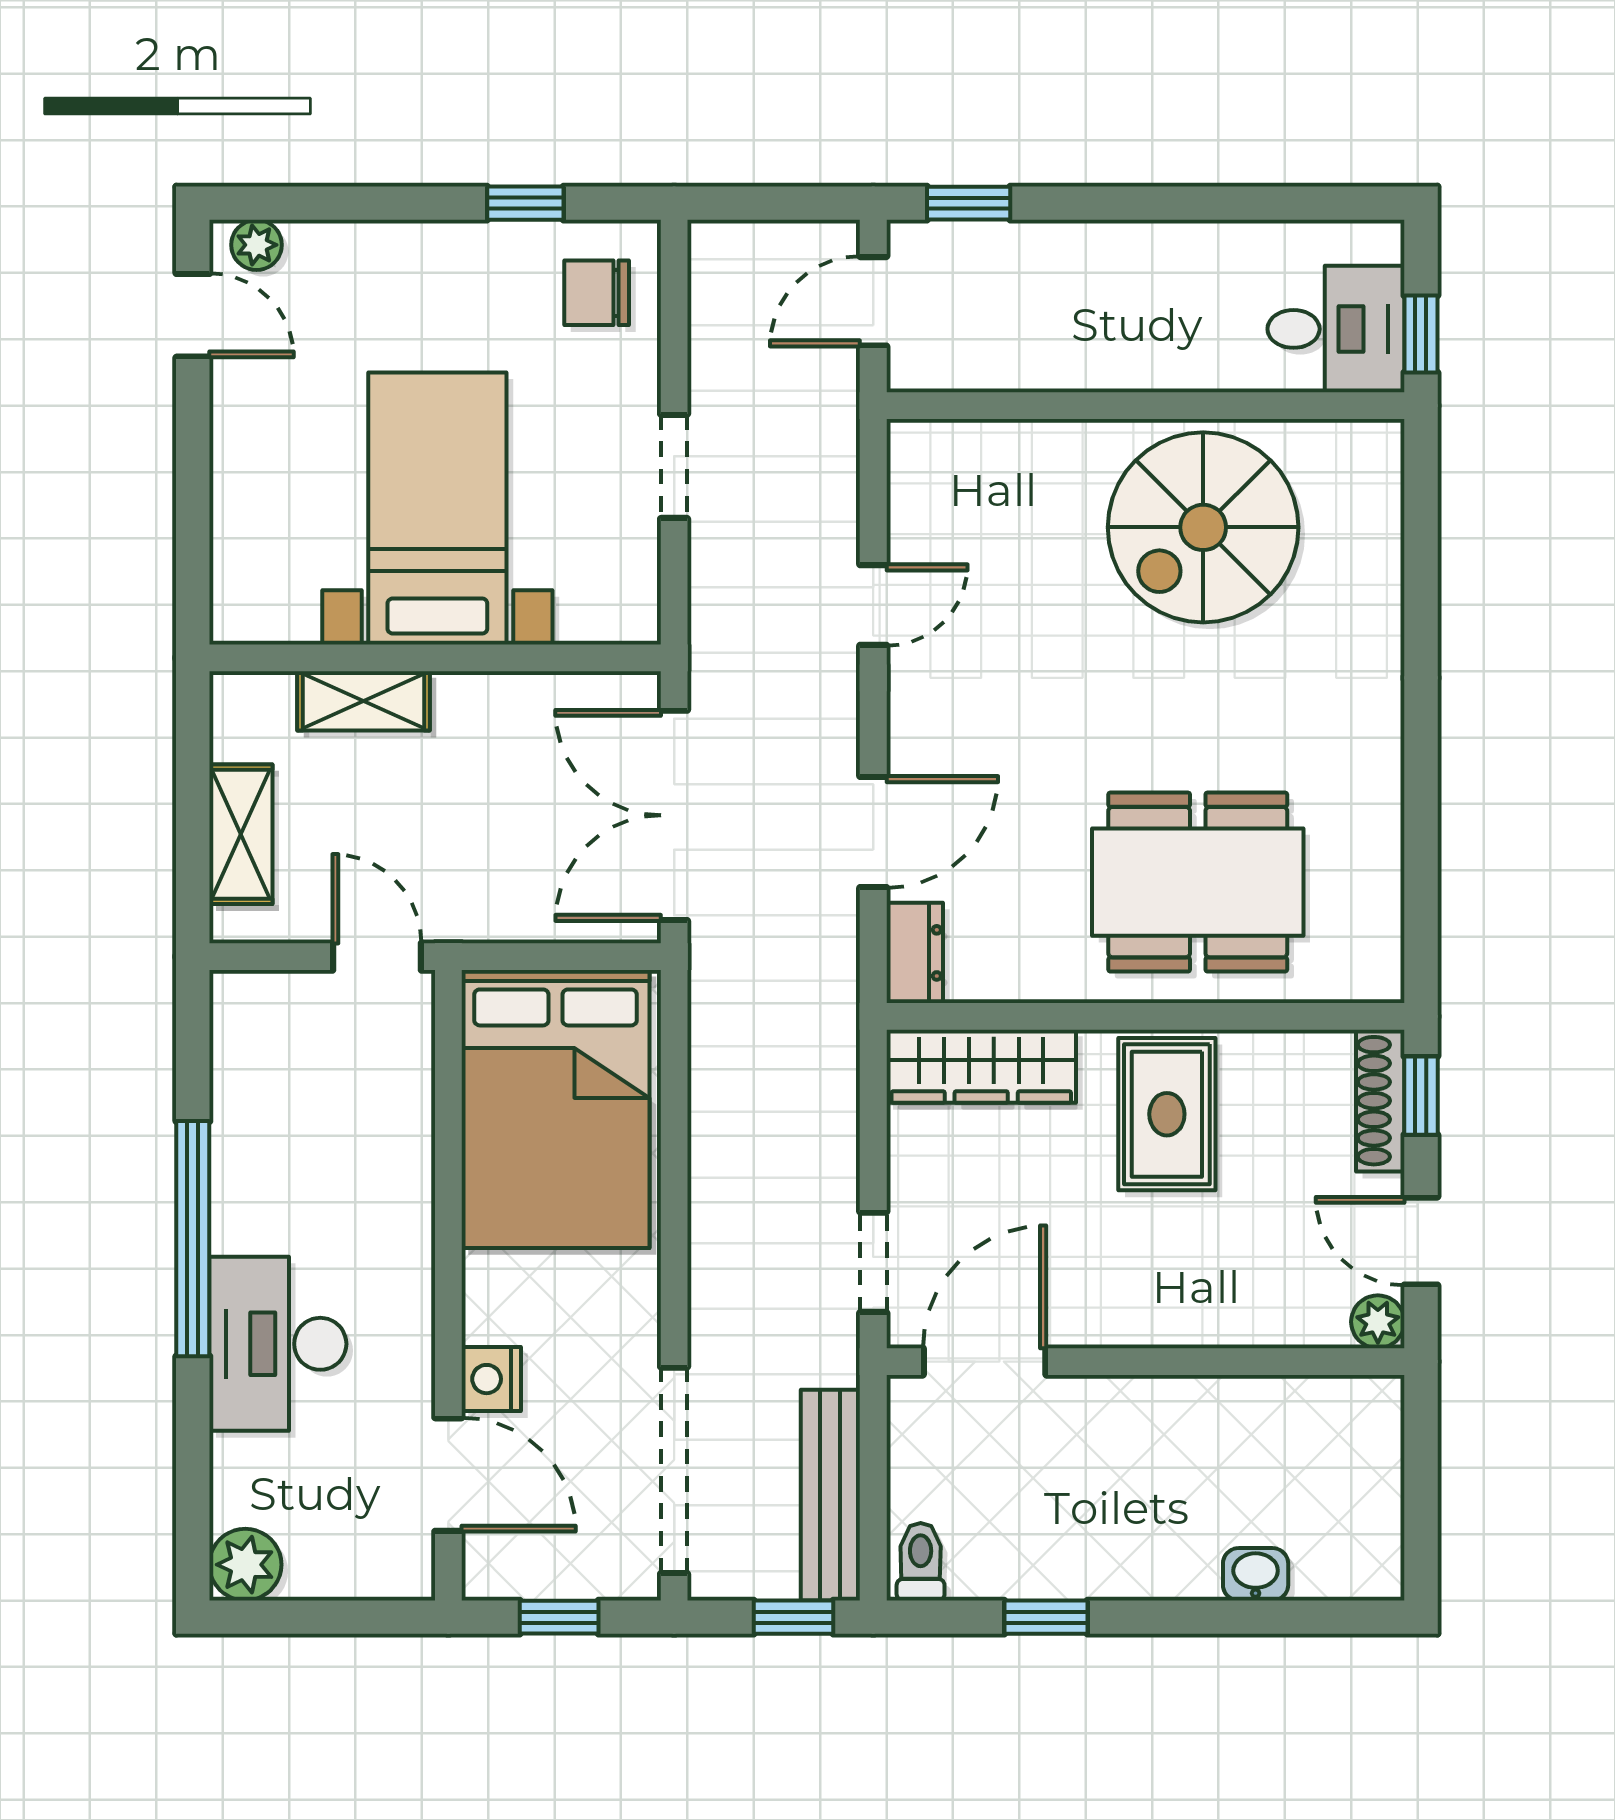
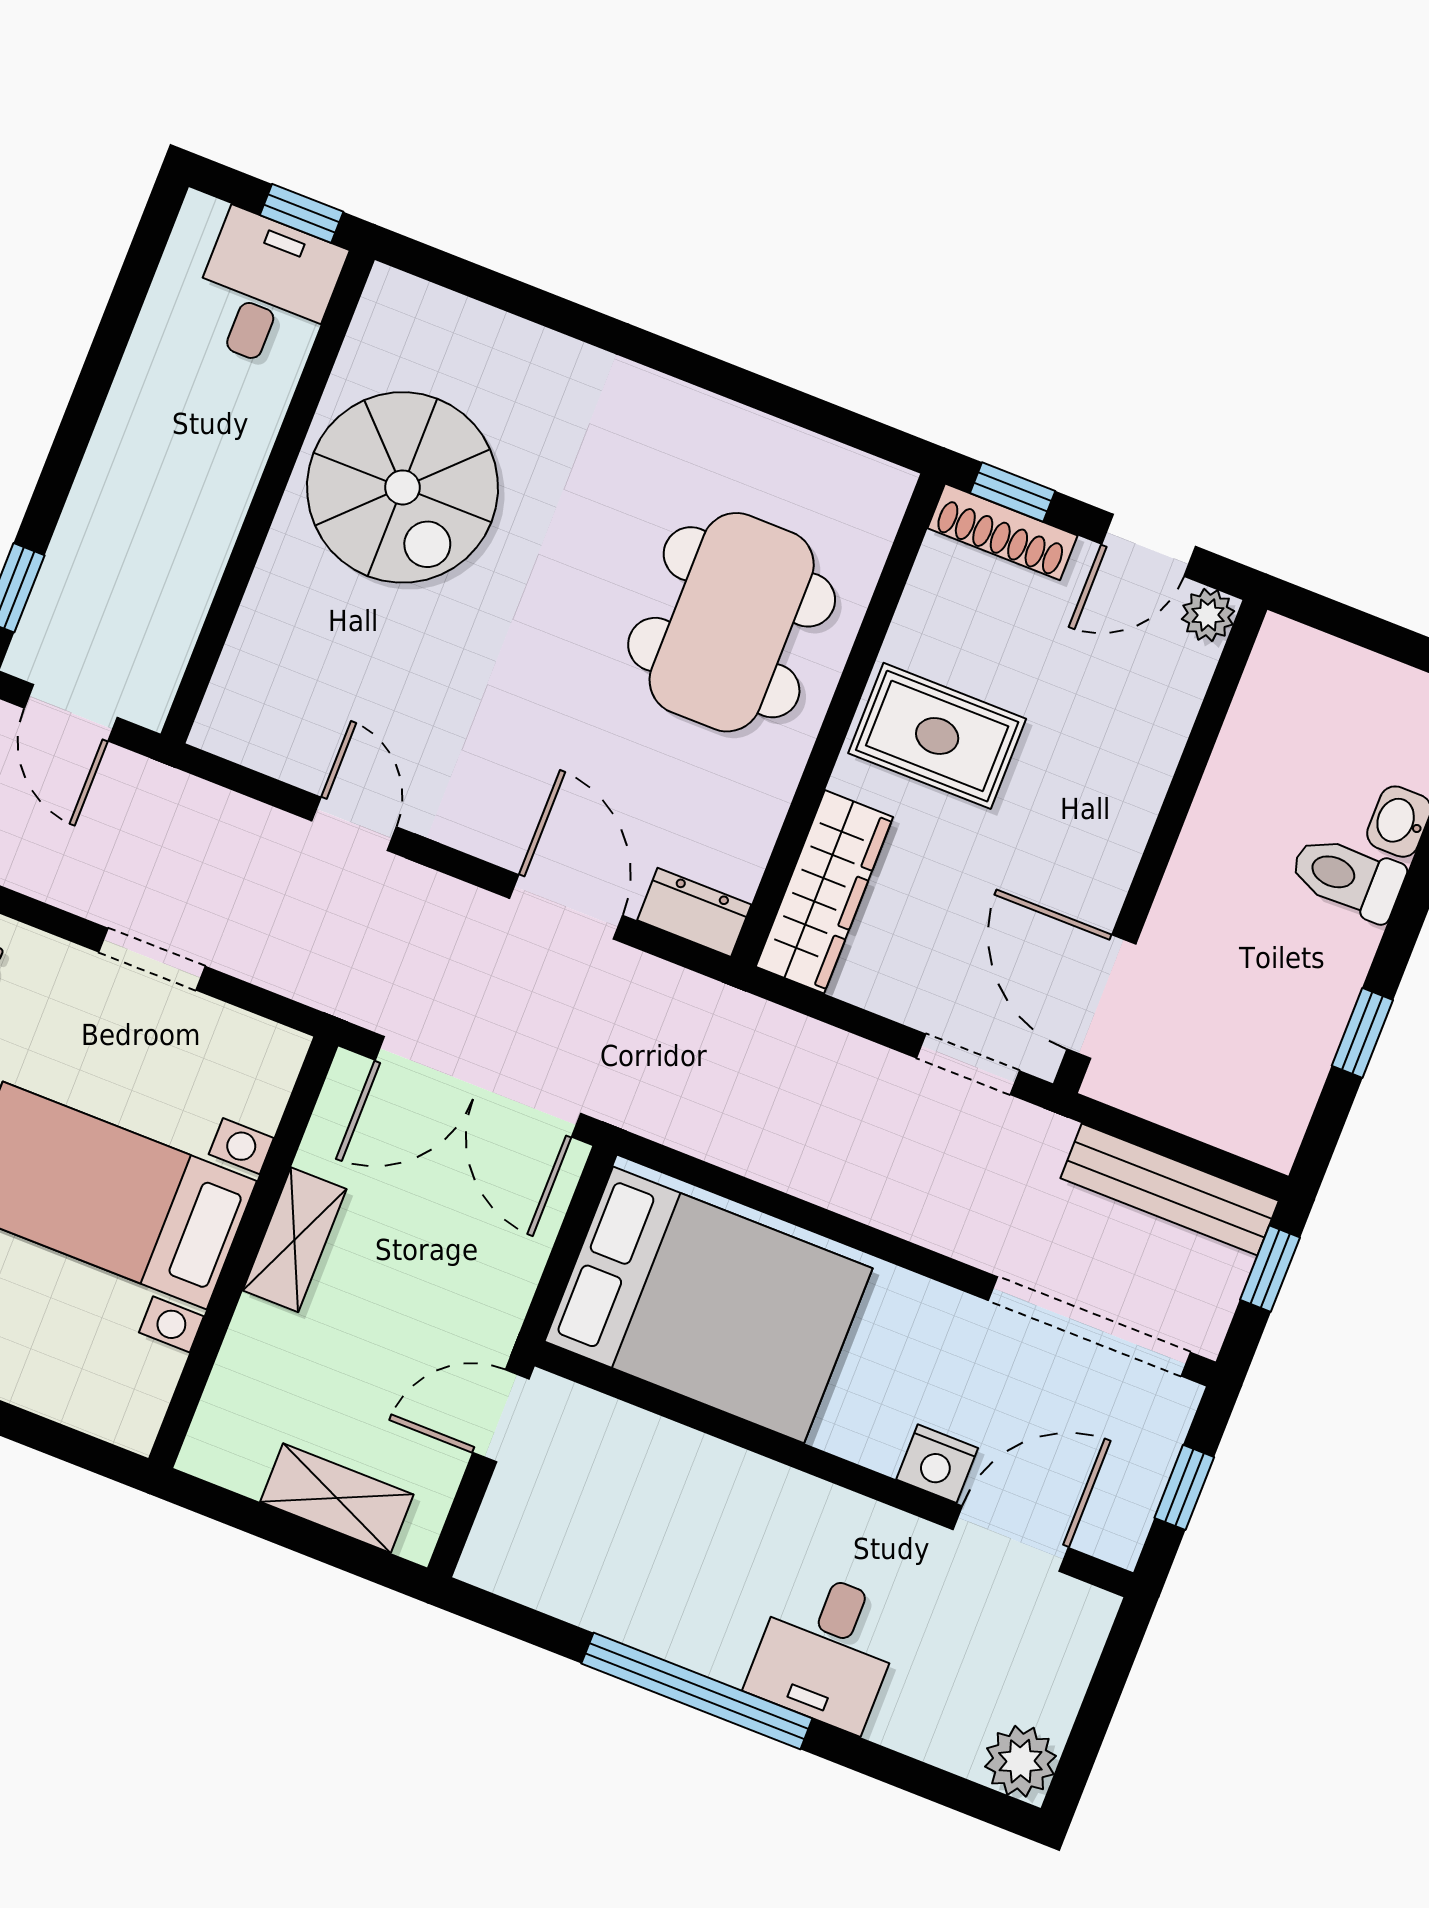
shelving: (363, 701) -> (295, 1240), moved
desk: (278, 1344) -> (826, 1650), width x0.73
toilet: (921, 1562) -> (1347, 877), moved, width x1.37, depth x1.39

